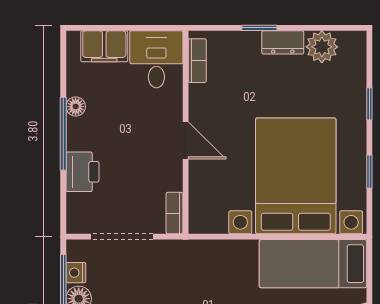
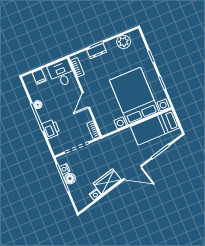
dresser: (283, 42) -> (97, 51), moved
filing cabinet: (104, 46) -> (39, 77), width x0.50
door: (186, 140) -> (86, 100), swing flipped

